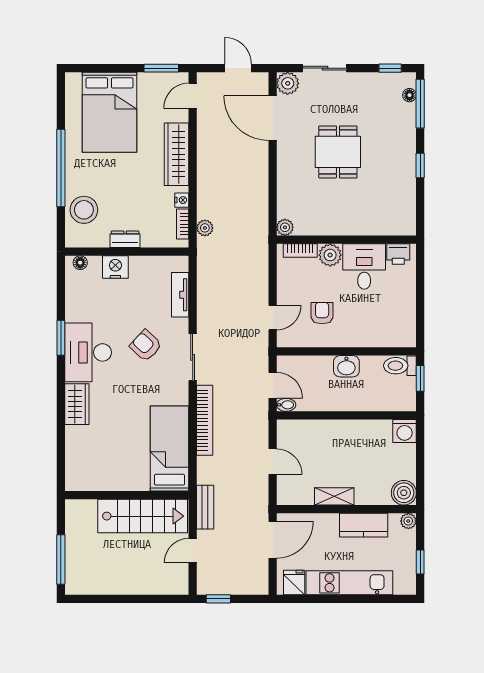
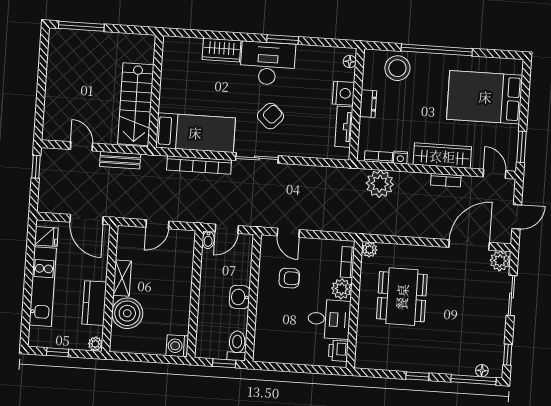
bookcase: (203, 149) -> (446, 180), added
dining table: (338, 152) -> (402, 297), moved, width x1.38
plant: (205, 228) -> (380, 184), width x1.87, depth x1.87
tv unit: (180, 295) -> (344, 127), moved, turned -90
bed: (169, 449) -> (195, 133), moved
boiler: (404, 493) -> (127, 313), moved, width x1.37, depth x1.37
wall: (127, 495) -> (156, 91), moved
stairs: (143, 516) -> (136, 104), moved

